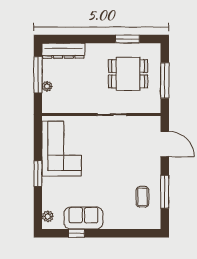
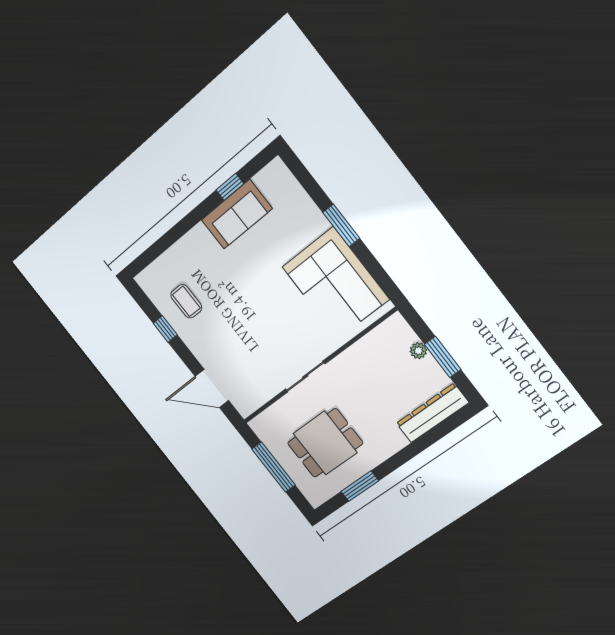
window: (38, 75) -> (443, 357), width x0.69
window: (165, 192) -> (165, 329), width x0.46
plant: (48, 216) -> (284, 178), removed

